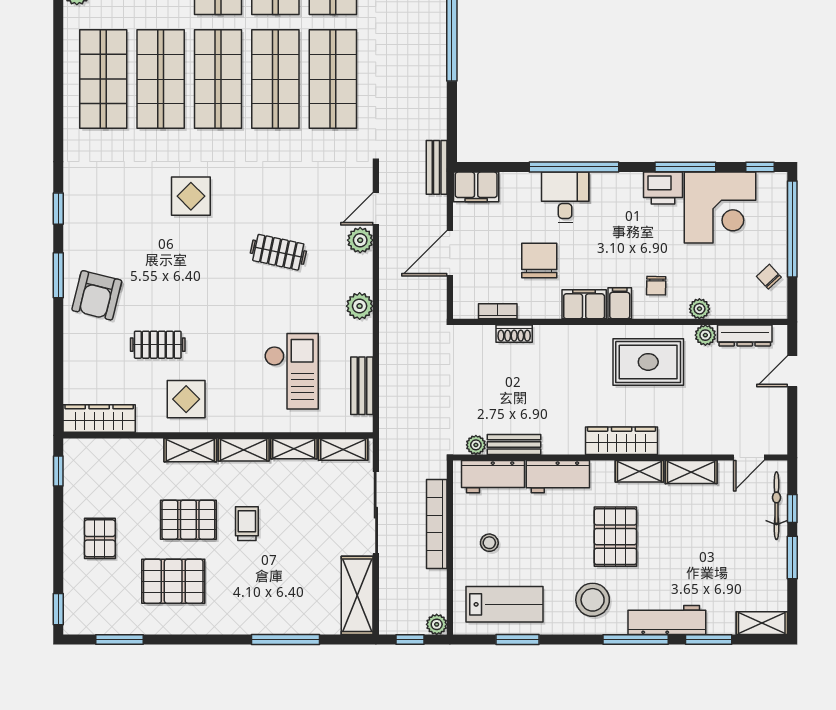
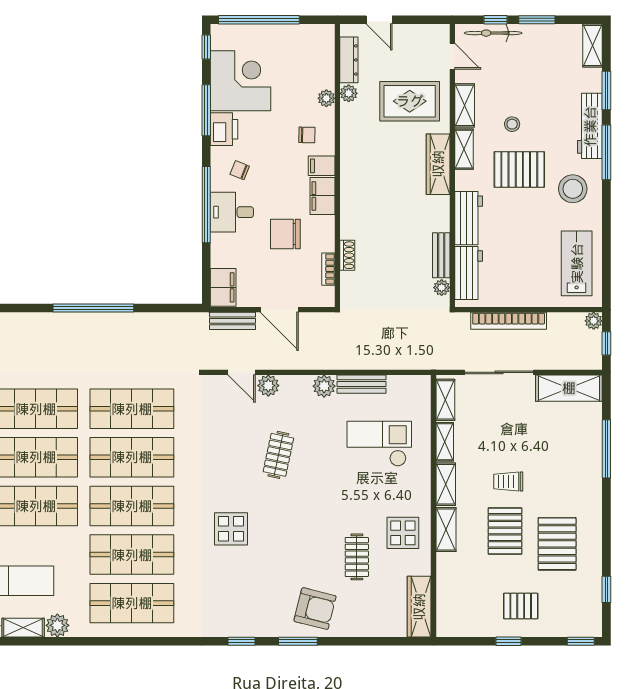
bench: (437, 167) -> (233, 321), moved
chair: (769, 277) -> (240, 170), moved, turned 65
rug: (648, 362) -> (410, 101), moved, turned 90
bench: (362, 386) -> (361, 384), moved
window: (58, 471) -> (509, 641), moved
stool: (489, 543) -> (512, 124), moved
window: (119, 640) -> (606, 589), width x0.67
window: (517, 640) -> (606, 252), removed

